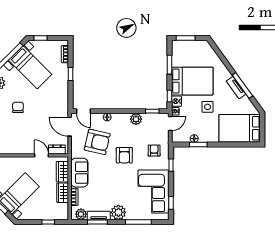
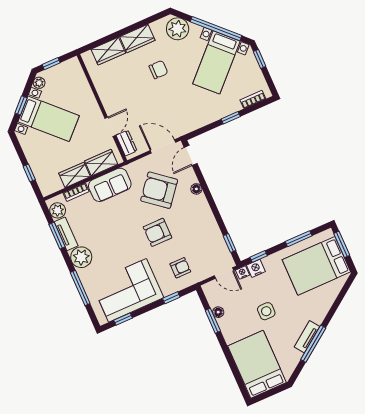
bed: (192, 81) -> (316, 266), moved, turned 90
plant: (136, 119) -> (210, 227), removed
door: (70, 127) -> (163, 146), hinge flipped
armchair: (97, 142) -> (159, 190), turned 116

